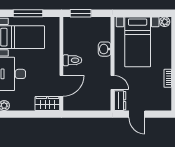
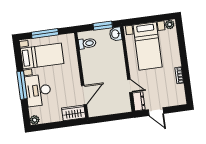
window: (81, 13) -> (103, 26), moved
washbasin: (105, 49) -> (116, 34), moved
toilet: (72, 60) -> (87, 43), moved

